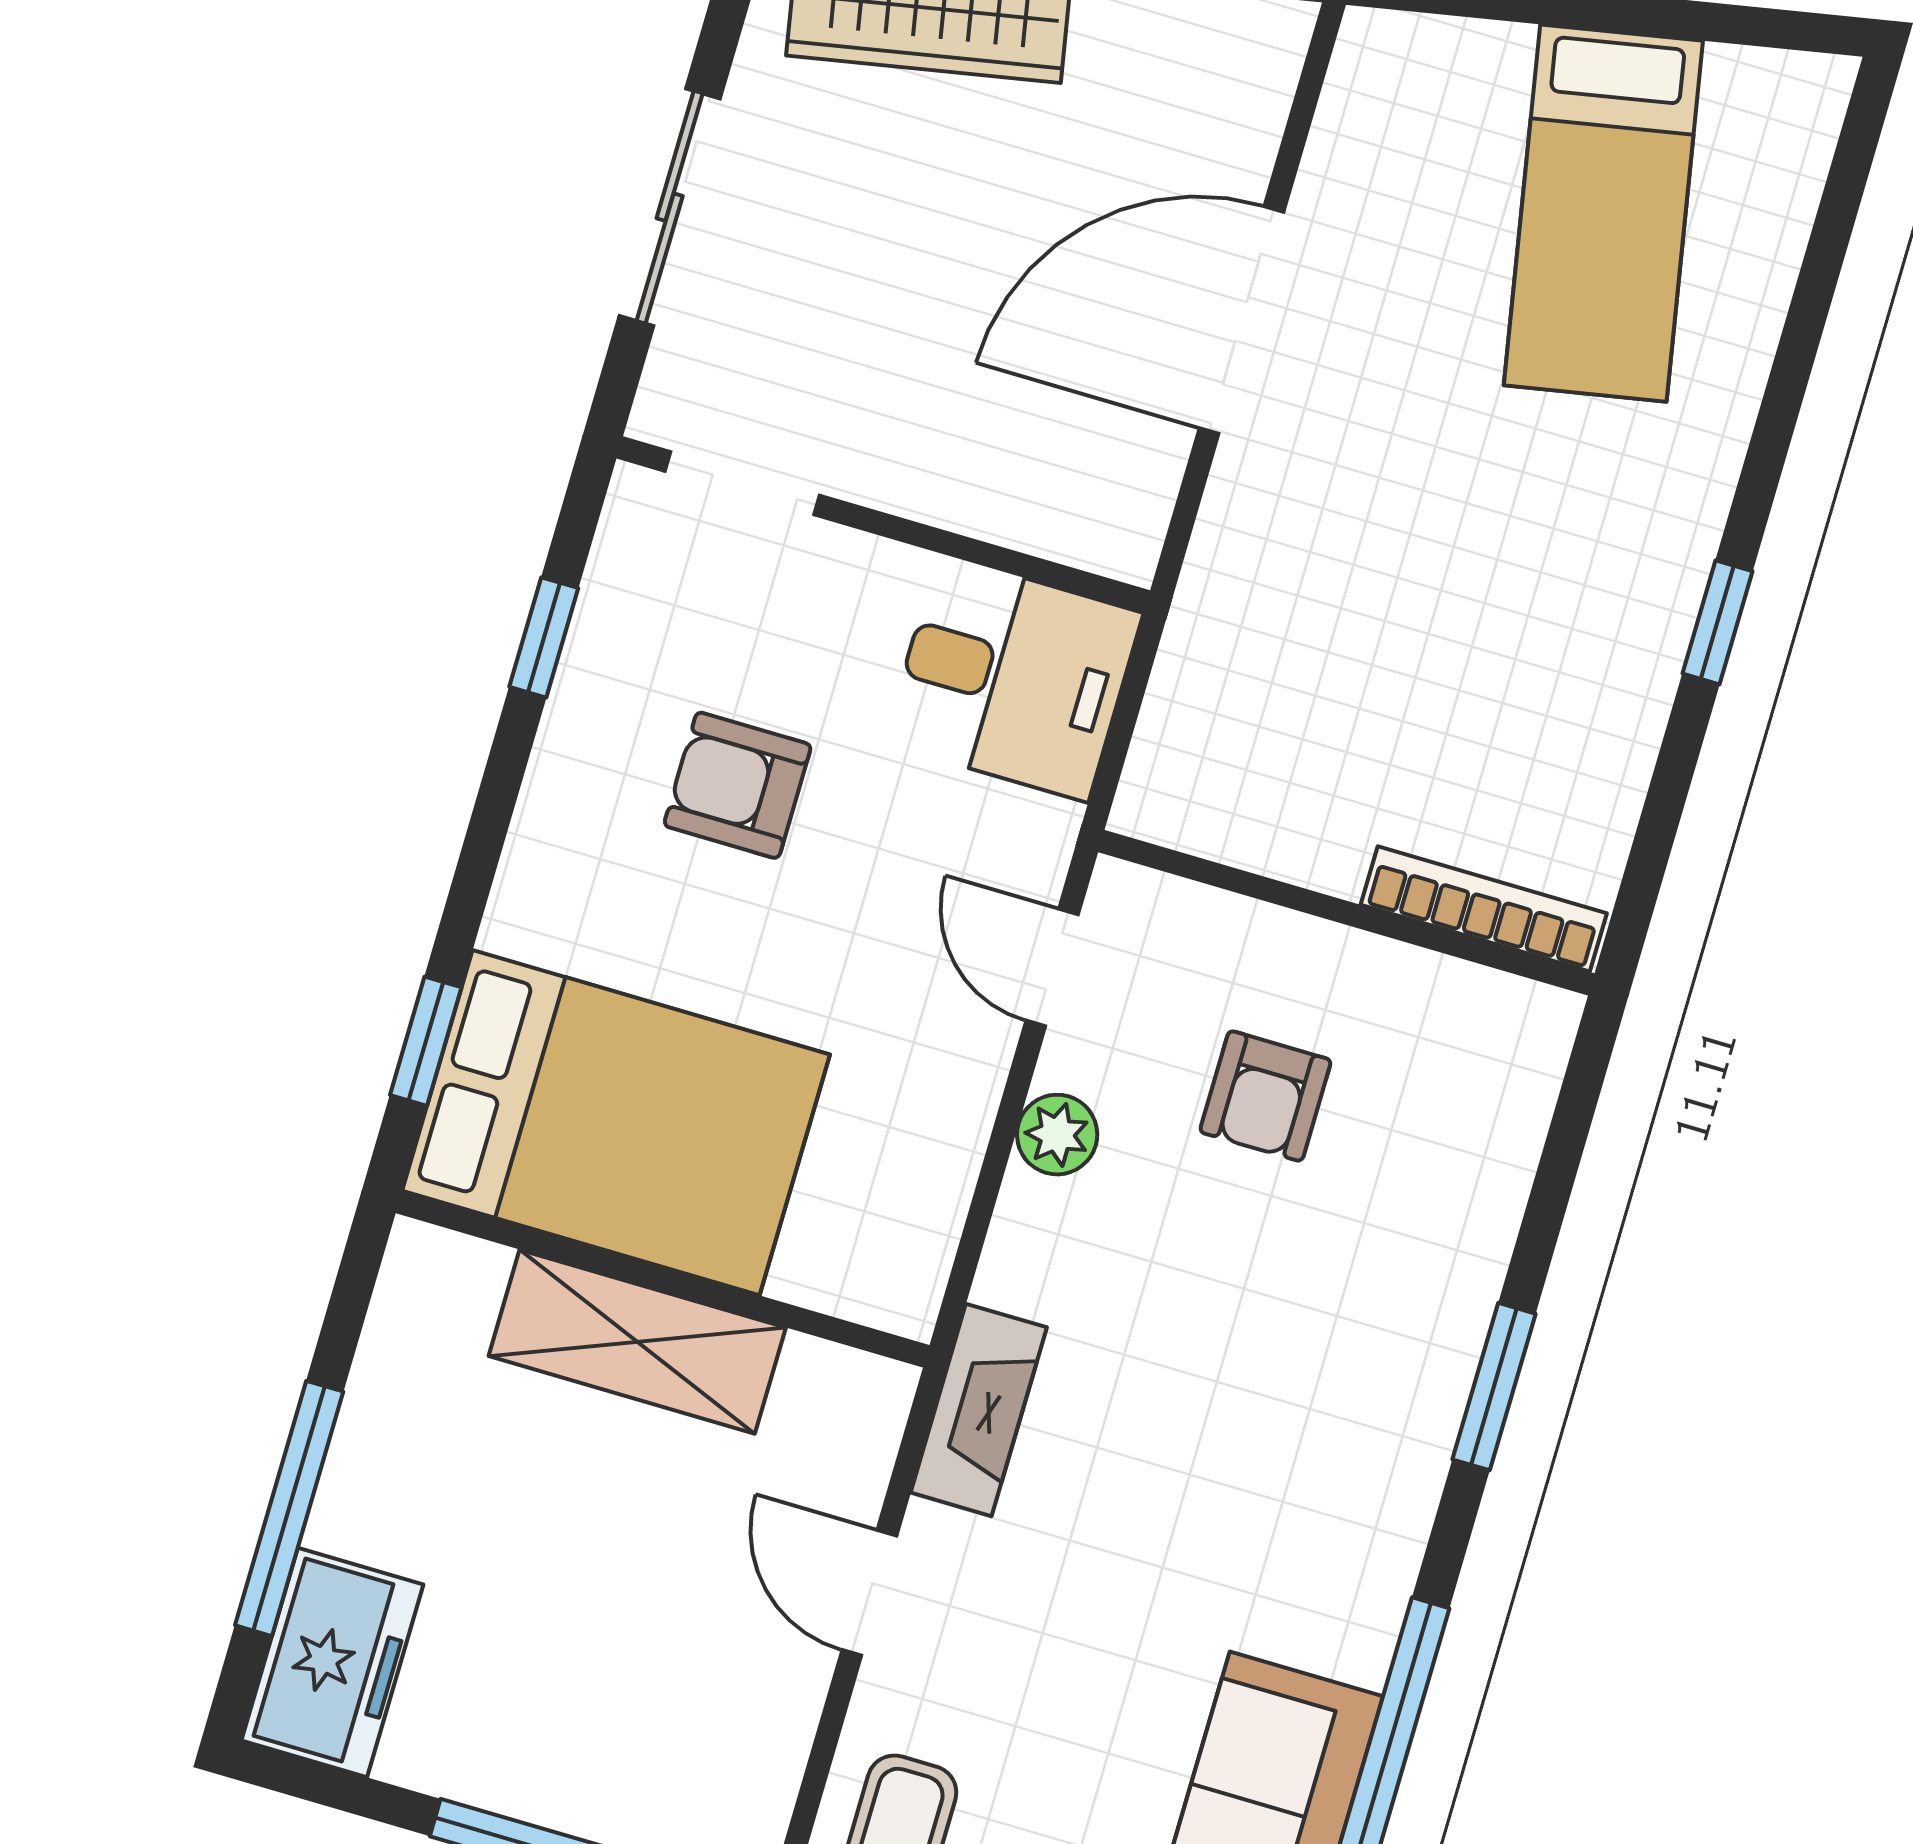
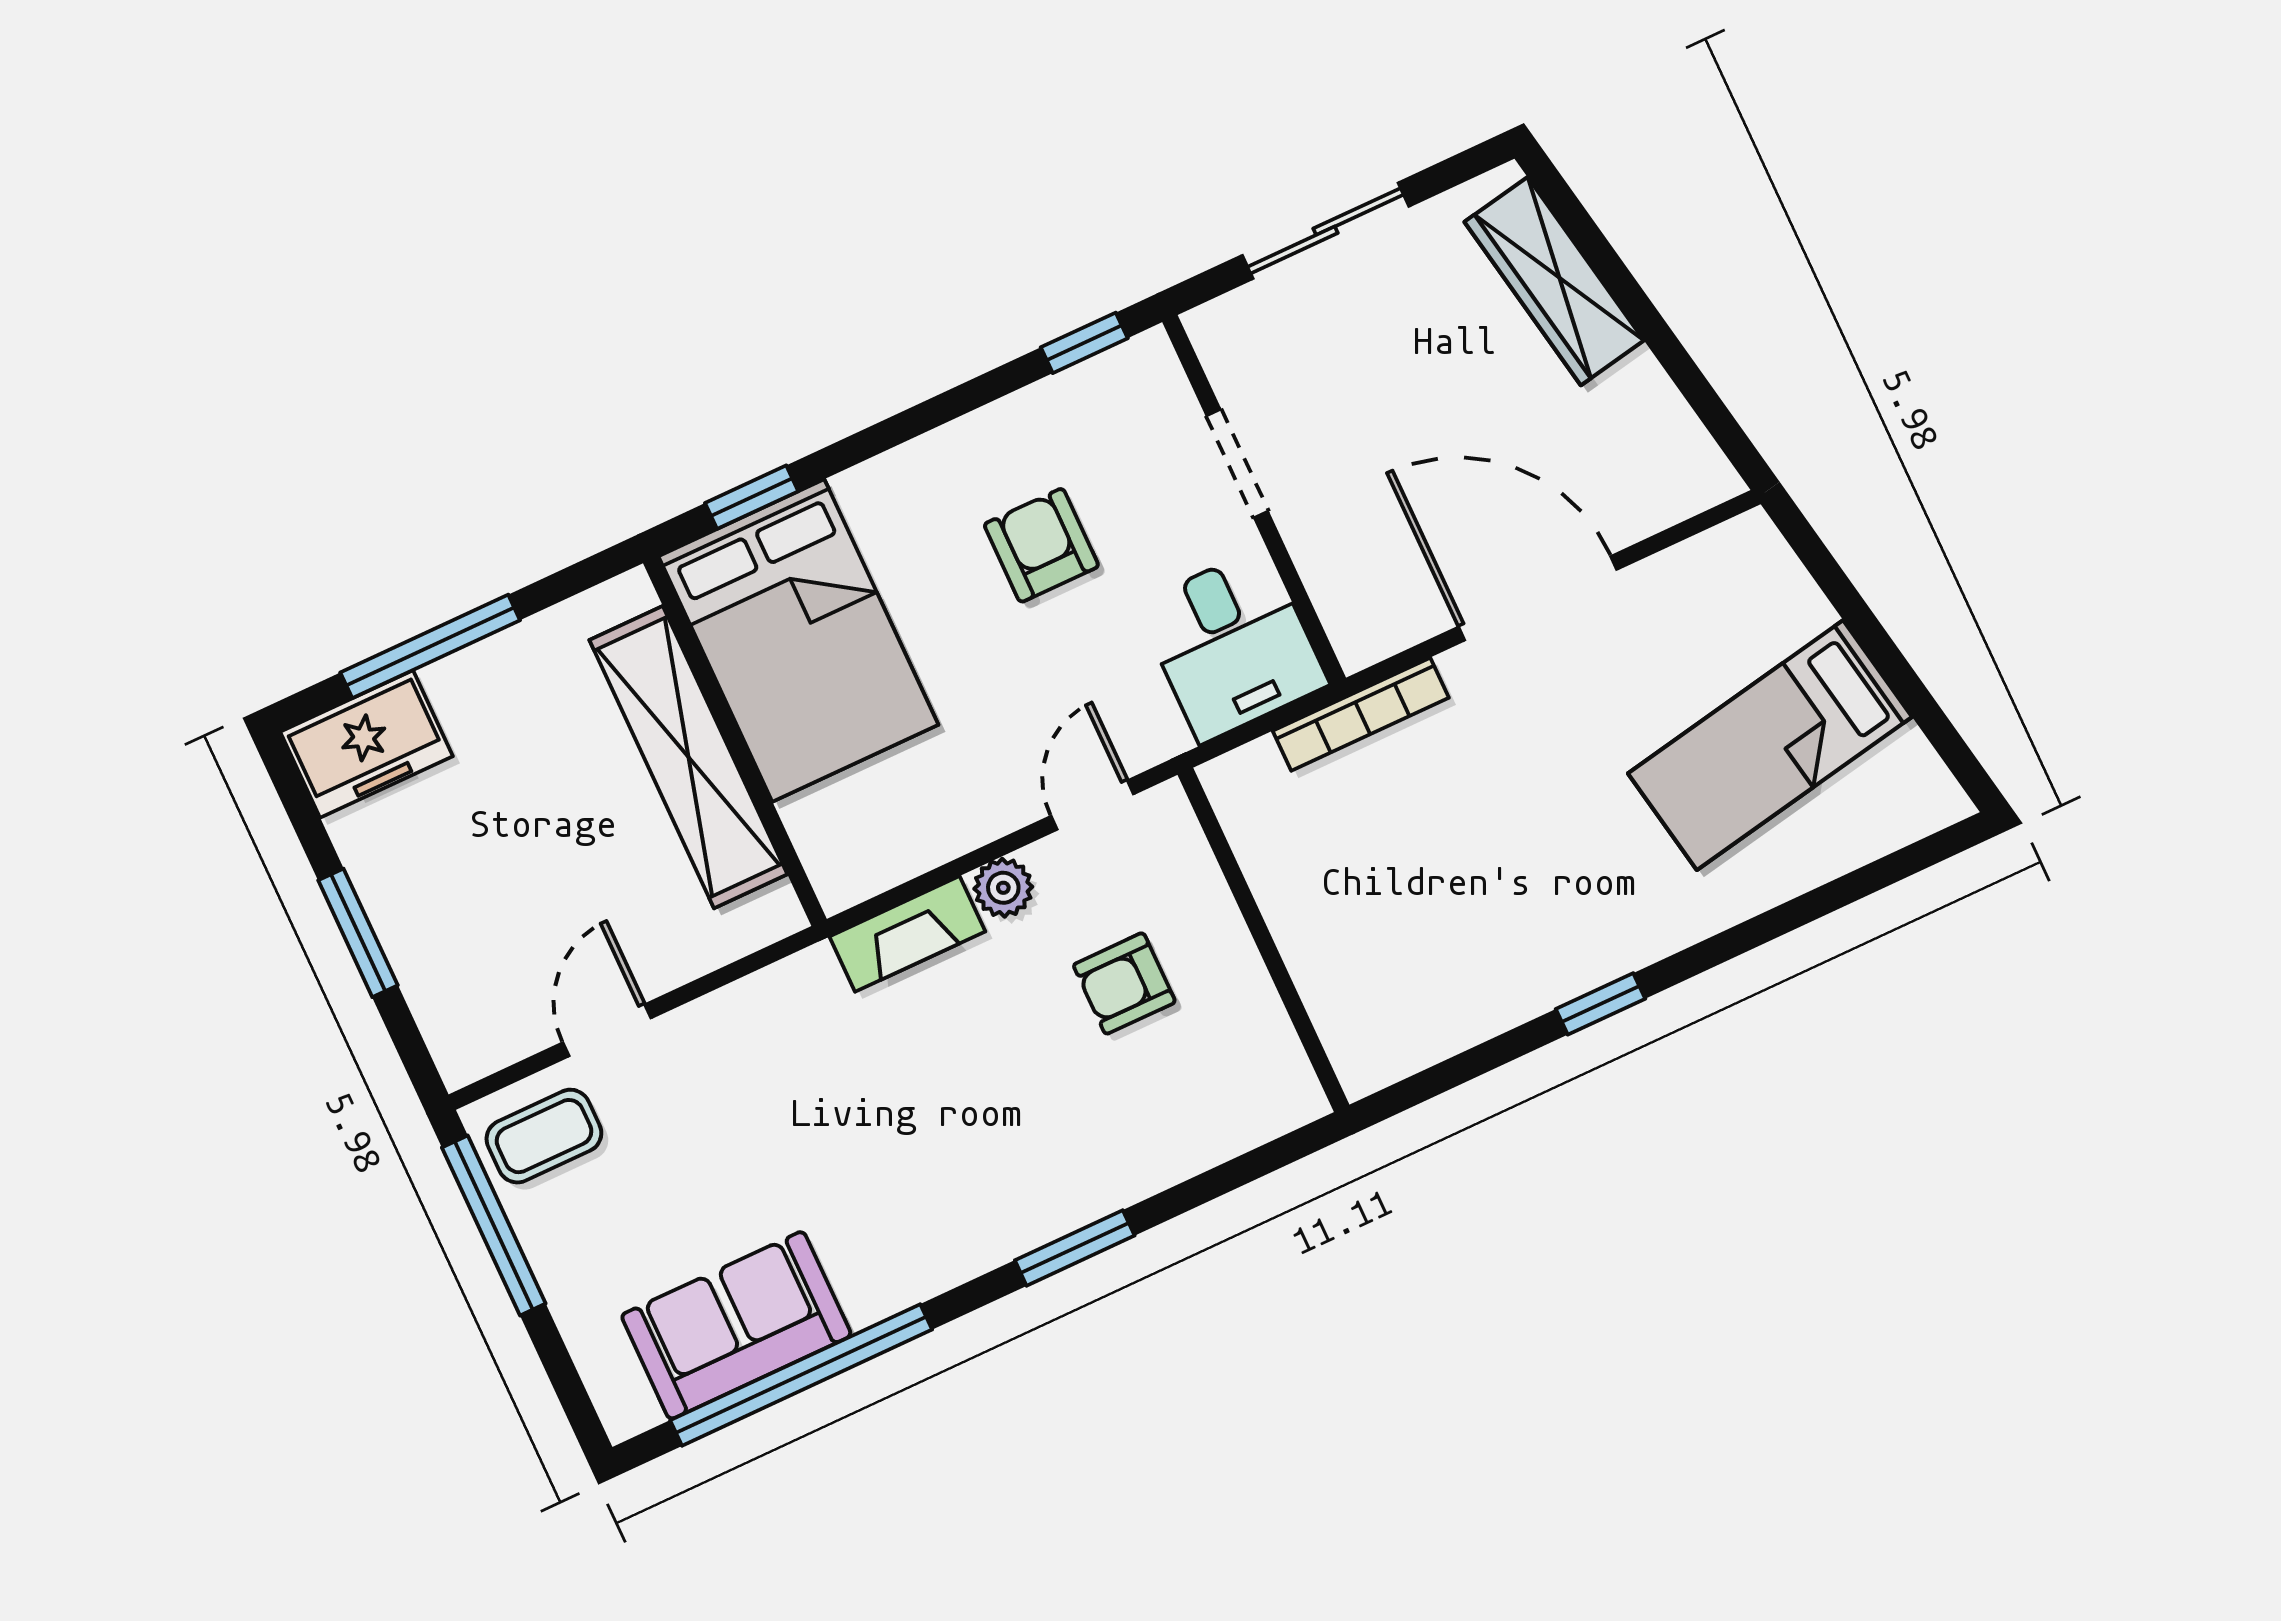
doorway: (742, 483) -> (1237, 464), moved
window: (544, 637) -> (1084, 343), moved
bookcase: (1484, 909) -> (1361, 714), moved, turned 90
shelving: (637, 1342) -> (688, 757), width x1.47
fireplace: (979, 1410) -> (907, 934), moved
door: (869, 1593) -> (607, 1030), moved

